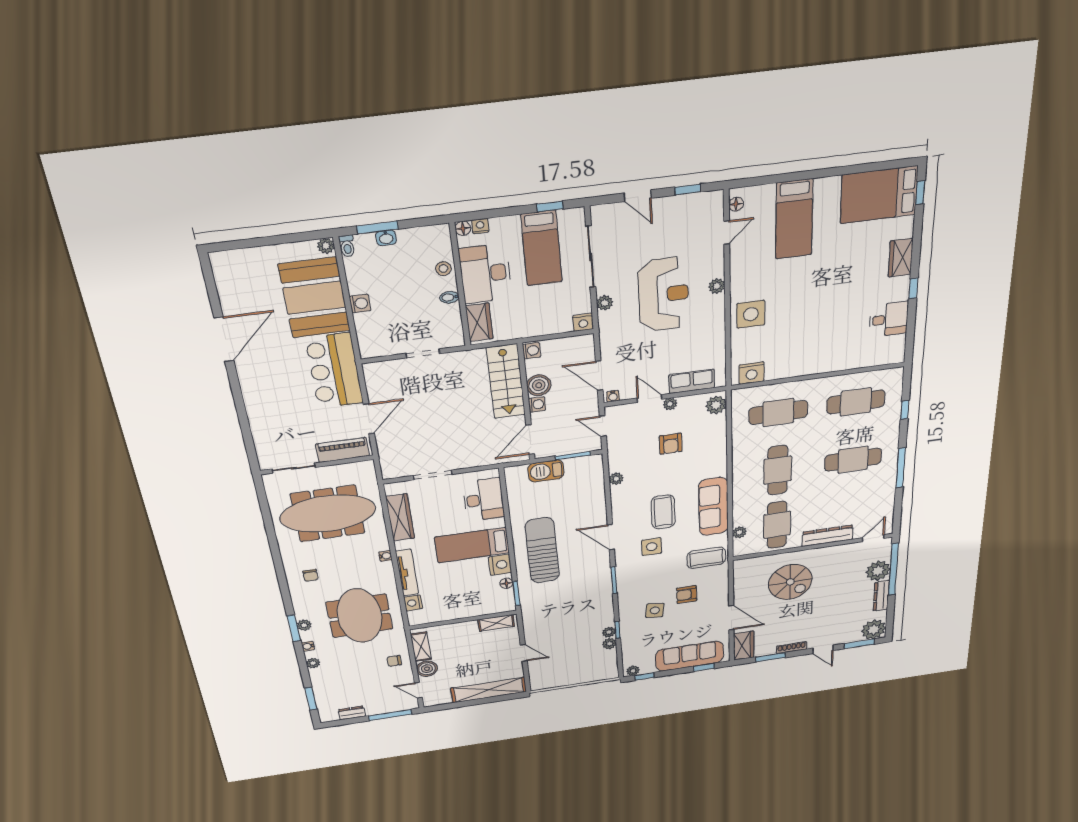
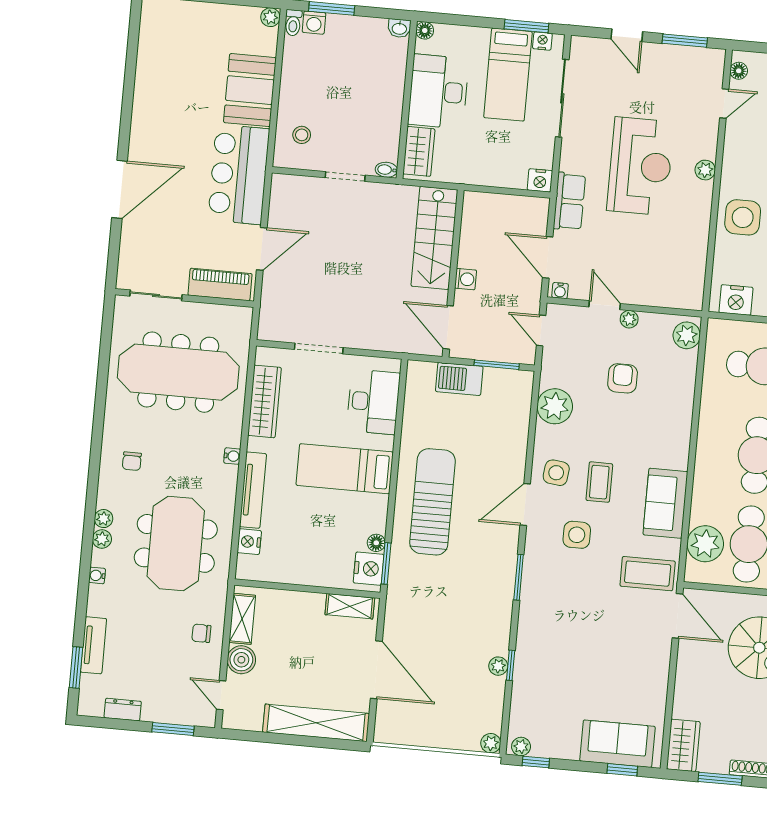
window: (688, 190) -> (685, 41), width x1.50
window: (550, 206) -> (526, 26), width x1.50
nightstand: (480, 226) -> (542, 41), moved
washbasin: (386, 238) -> (399, 28), moved
stool: (443, 269) -> (302, 135), moved
bidet: (449, 297) -> (386, 170), moved
booth: (314, 298) -> (250, 90), width x0.73, depth x0.70
washing machine: (360, 303) -> (314, 23), moved, turned 90
plant: (605, 303) -> (569, 161), removed
door: (224, 339) -> (120, 189), moved
washing machine: (532, 351) -> (473, 203), removed
row of seats: (692, 381) -> (569, 201), moved, turned 90
boiler: (539, 385) -> (473, 253), removed
door: (530, 440) -> (448, 327), hinge flipped
armchair: (671, 444) -> (623, 378), turned 180
plant: (616, 479) -> (555, 406), width x1.88, depth x1.88
sofa: (713, 507) -> (665, 503), width x0.73
coffee table: (663, 512) -> (599, 482), width x0.73, depth x0.77
plant: (739, 532) -> (705, 544), width x1.87, depth x1.87
door: (611, 537) -> (525, 505), hinge flipped
nightstand: (500, 565) -> (369, 569), moved
armchair: (687, 594) -> (614, 630), removed
side table: (655, 610) -> (556, 473), moved
door: (731, 618) -> (678, 616), moved
window: (294, 628) -> (88, 541), removed
plant: (609, 644) -> (491, 743), moved
door: (524, 653) -> (376, 670), width x1.88
sofa: (690, 656) -> (617, 744), width x0.73
plant: (313, 663) -> (104, 519), moved
tv unit: (319, 684) -> (93, 645), added
window: (390, 715) -> (173, 729), width x0.69

